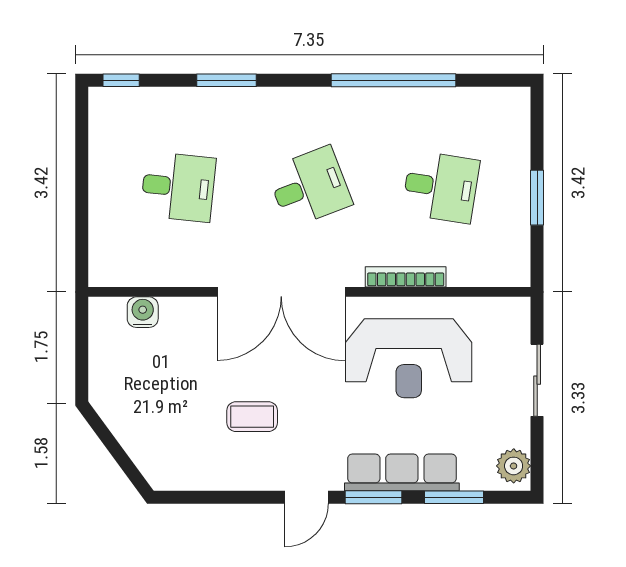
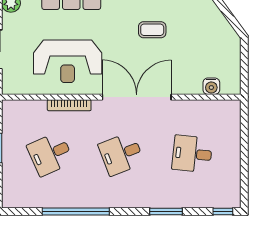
desk: (441, 187) -> (50, 154), turned -33
reception desk: (409, 358) -> (68, 61), turned 180

